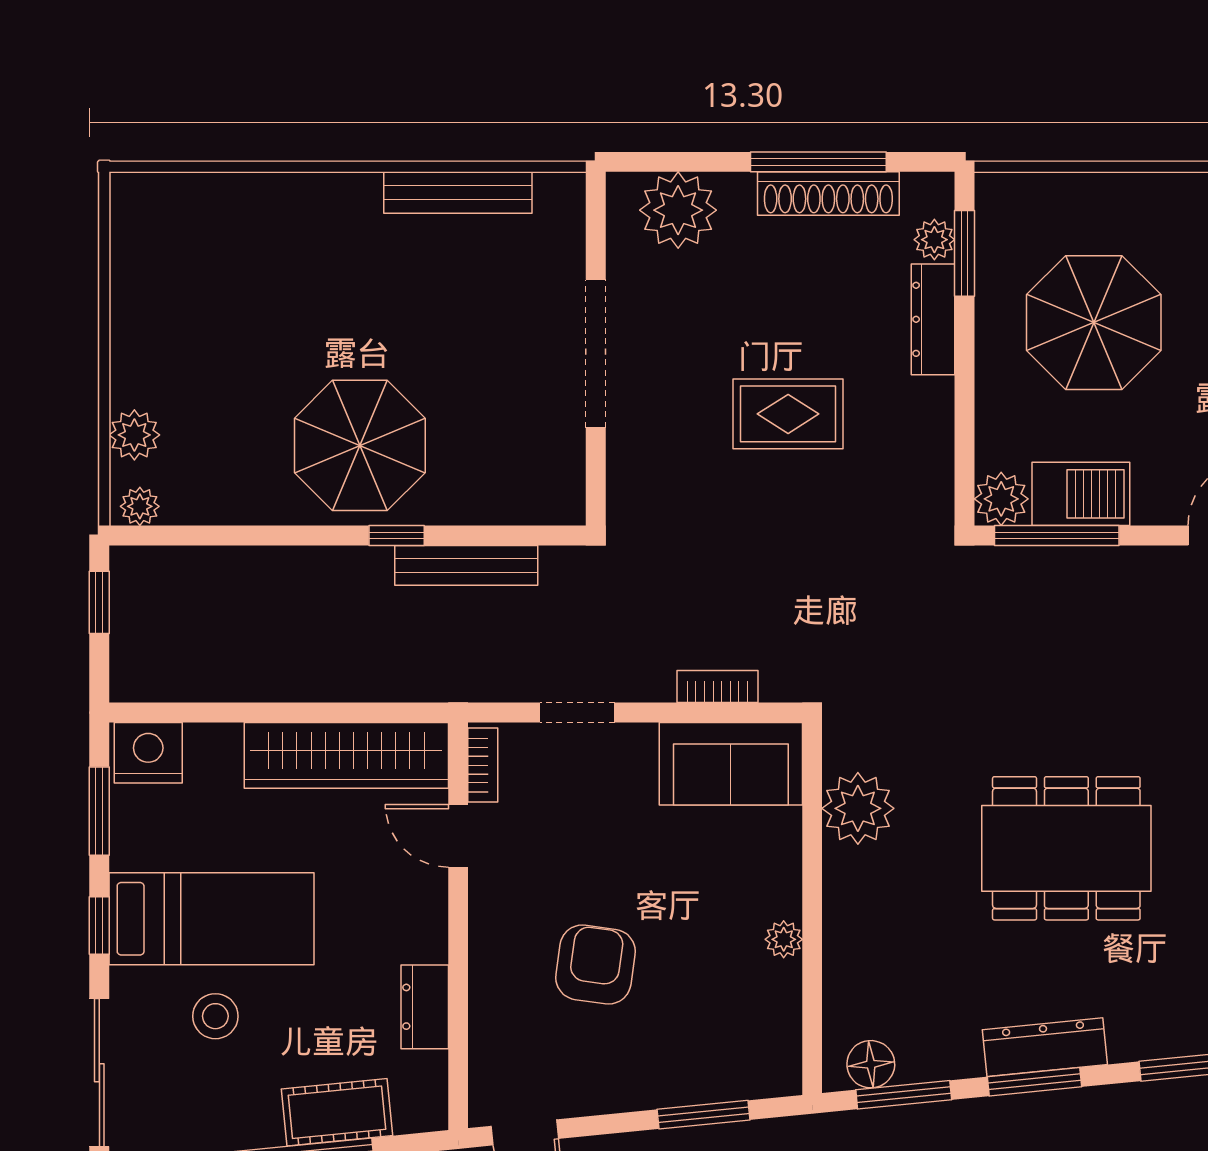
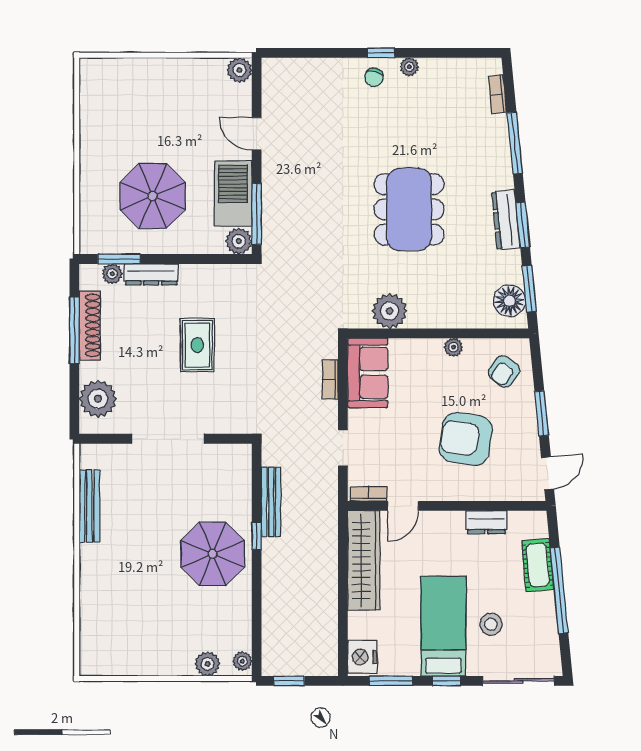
barbecue: (1081, 494) -> (233, 194), width x1.37, depth x1.21
armchair: (595, 965) -> (466, 439), width x1.36, depth x1.36
armchair: (734, 1043) -> (504, 371), added
floor lamp: (871, 1064) -> (510, 301), width x1.38, depth x1.38
window: (704, 1115) -> (542, 413), moved

